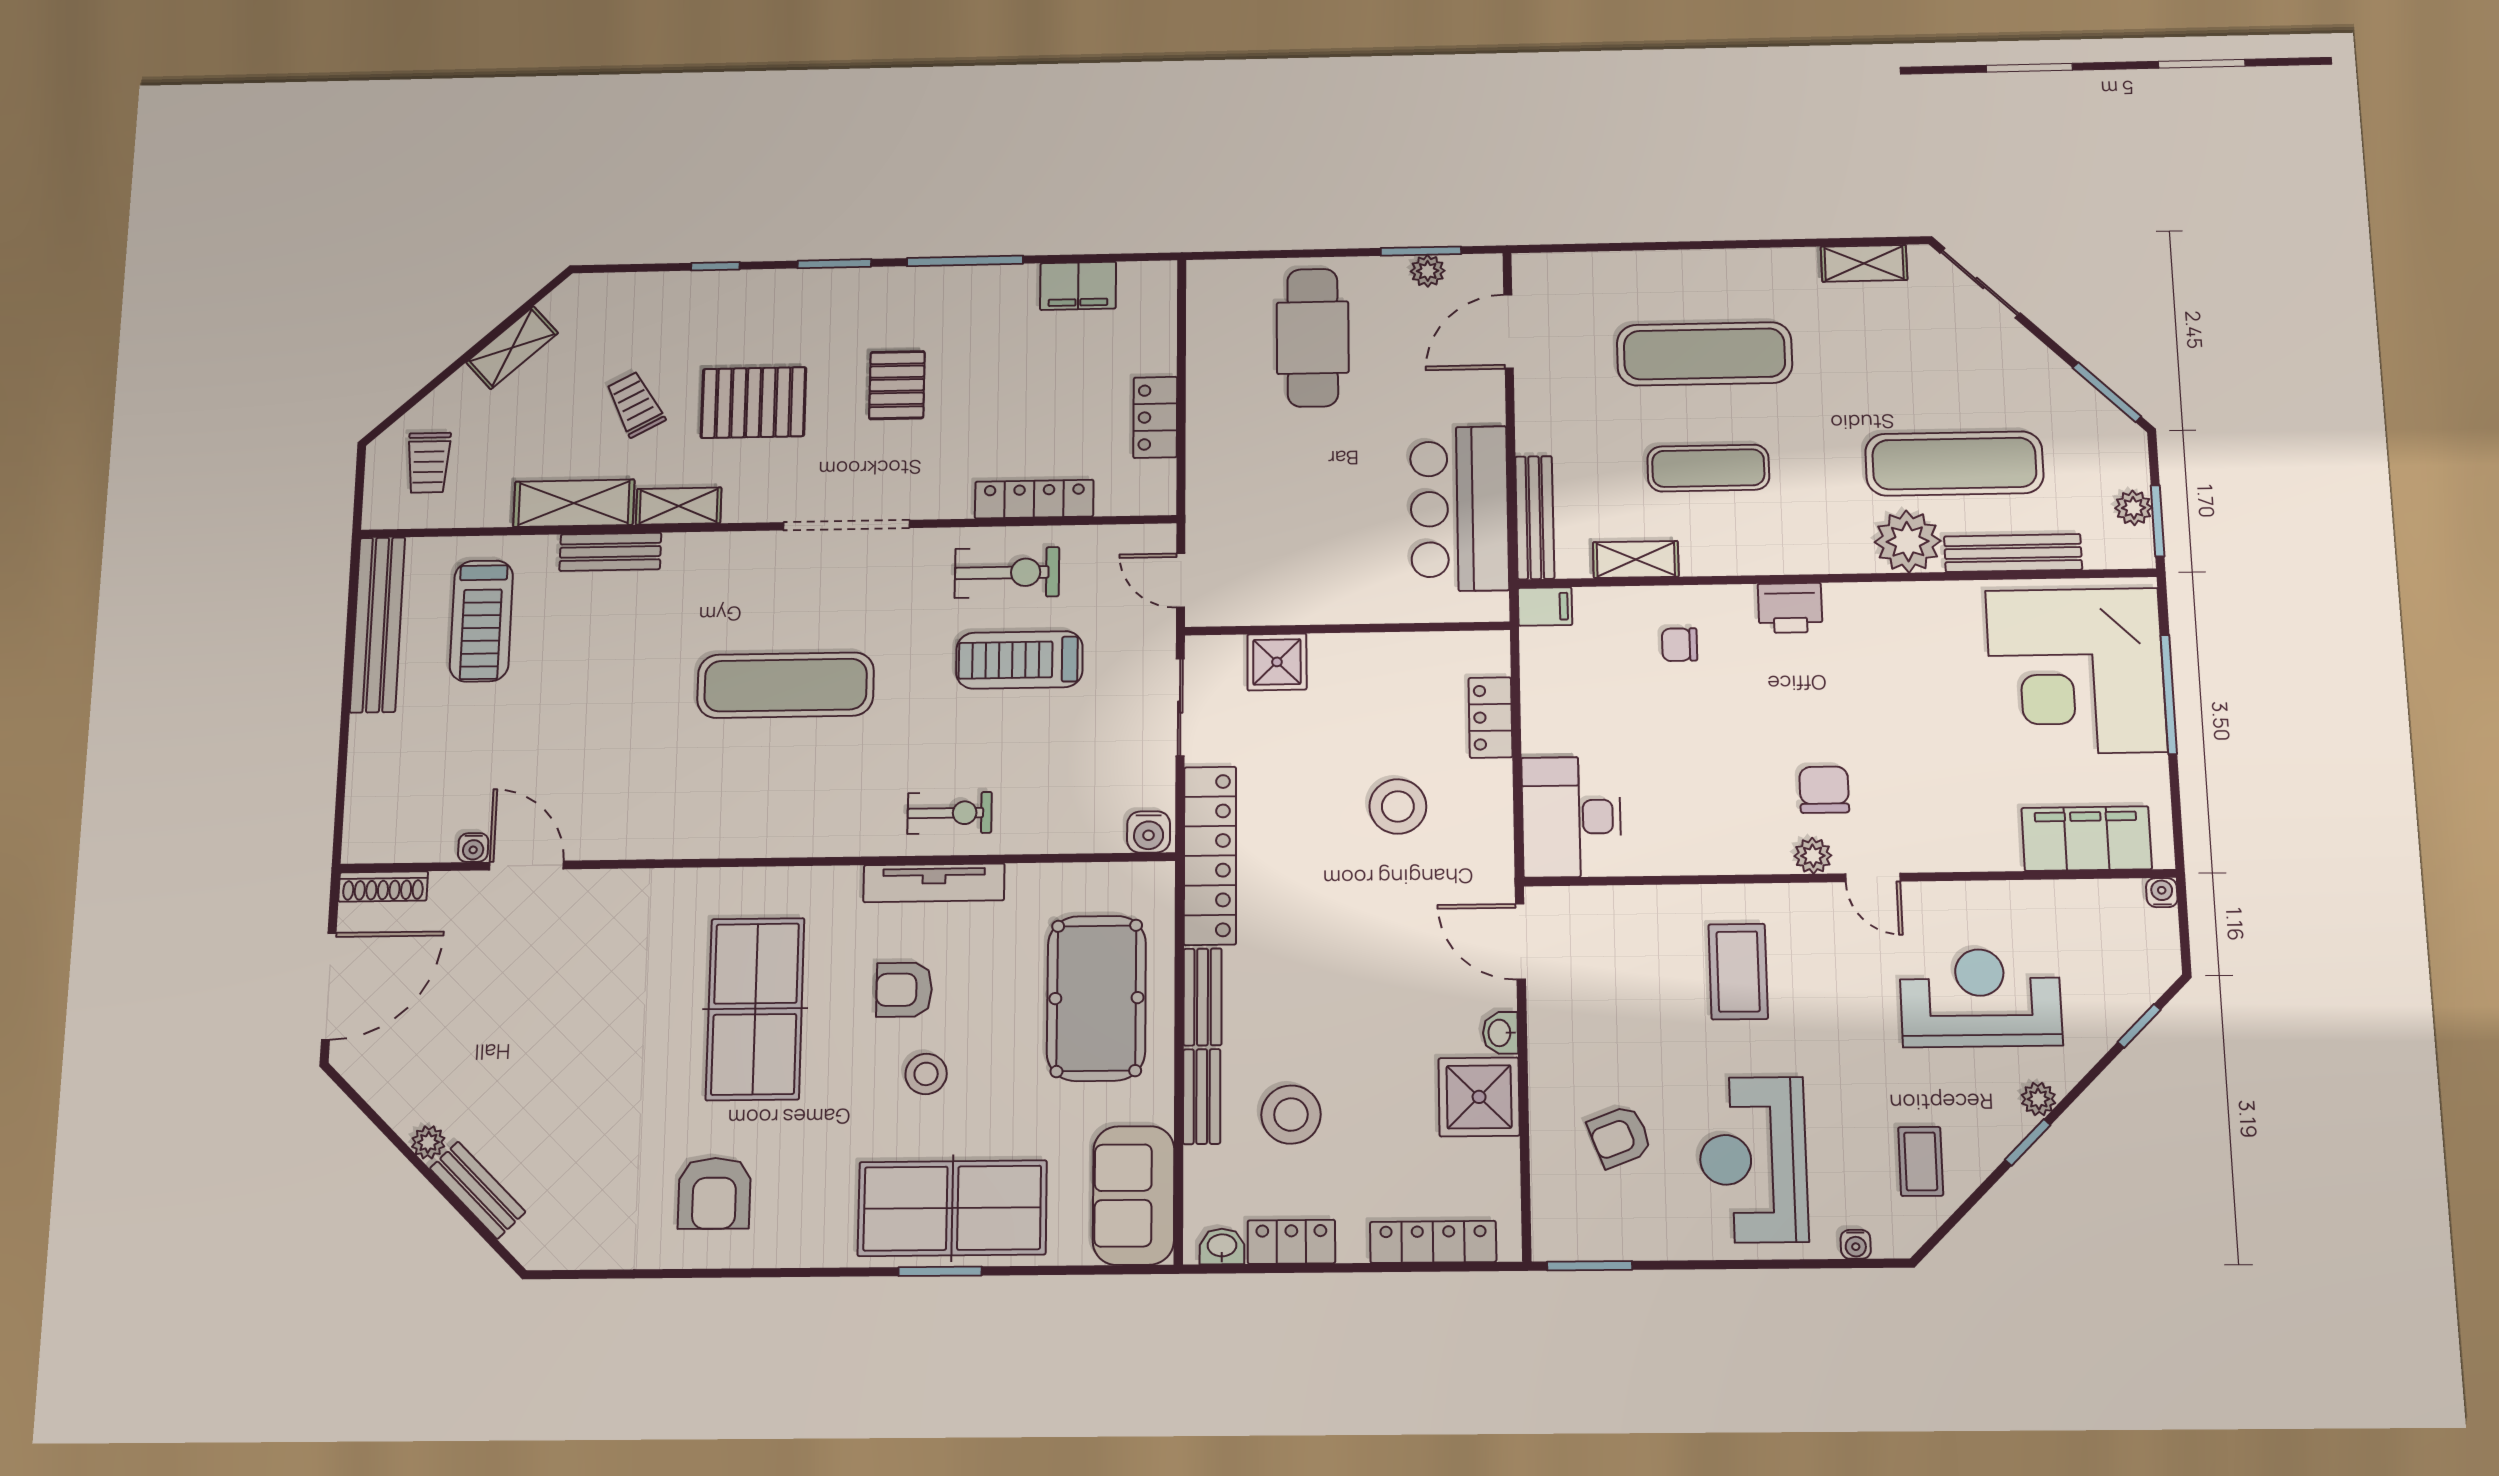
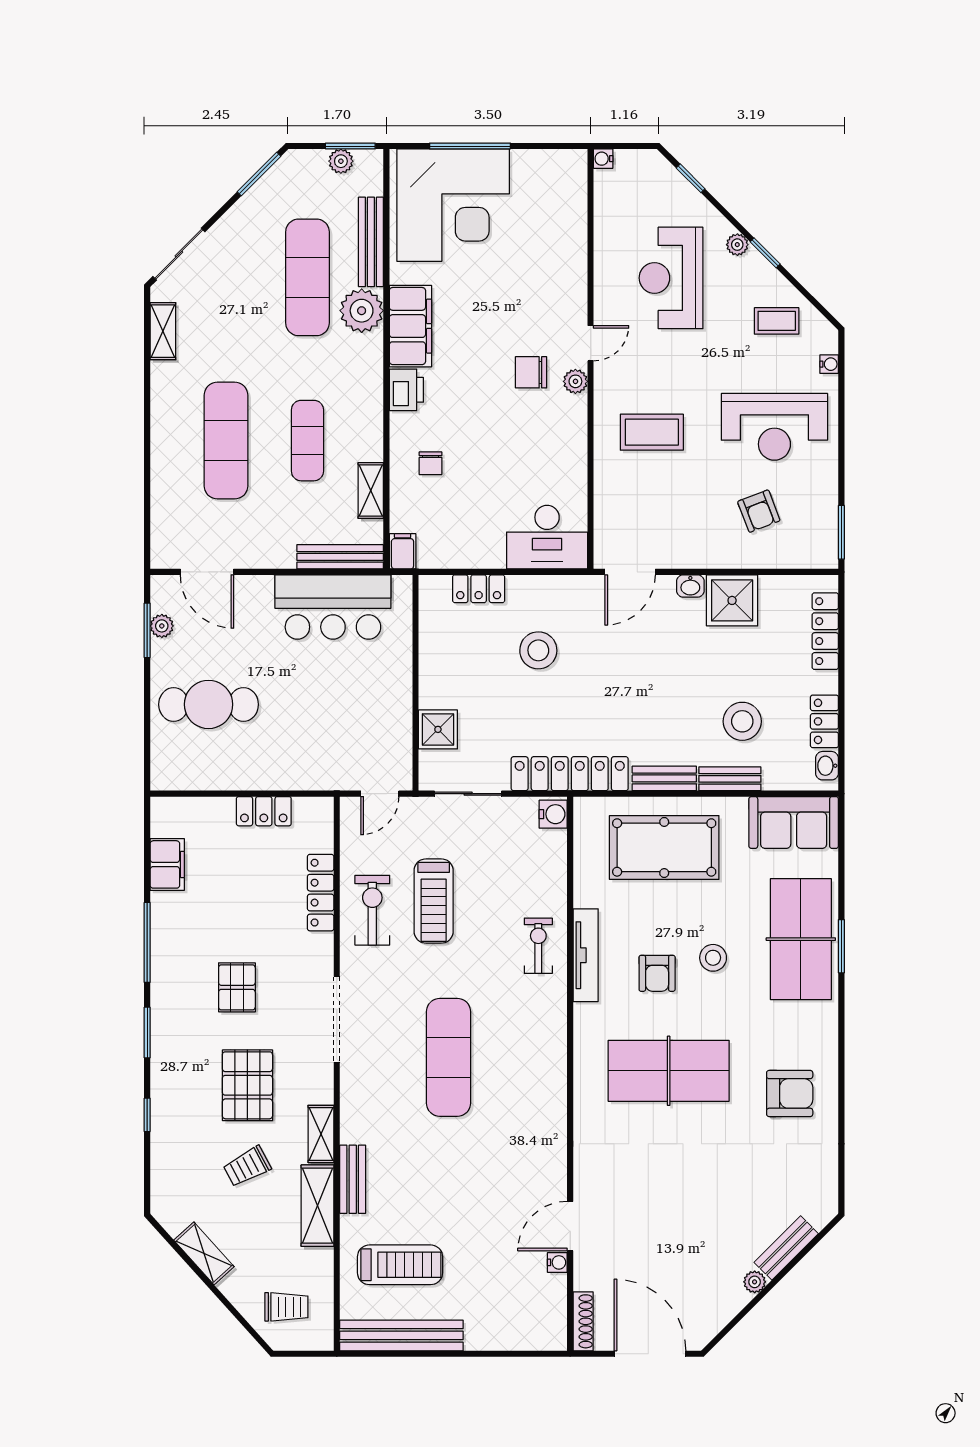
pallet: (897, 385) -> (237, 987), turned 90
filing cabinet: (2087, 839) -> (410, 326), moved, turned 180

